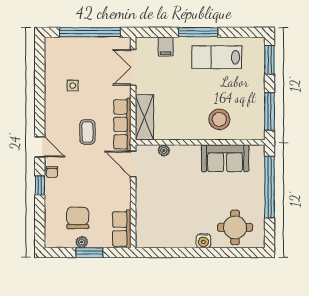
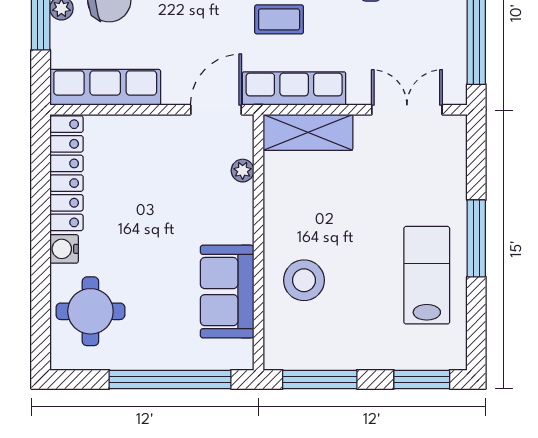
filing cabinet: (166, 46) -> (448, 174), removed
row of seats: (122, 229) -> (105, 87), width x1.48
locker: (165, 240) -> (66, 173), added

